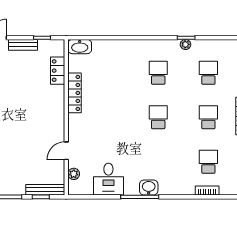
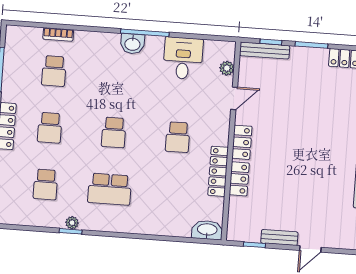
locker: (58, 71) -> (239, 179), moved
school desk: (158, 73) -> (110, 189), width x1.85
locker: (58, 117) -> (242, 142), added
school desk: (108, 117) -> (178, 137), added

